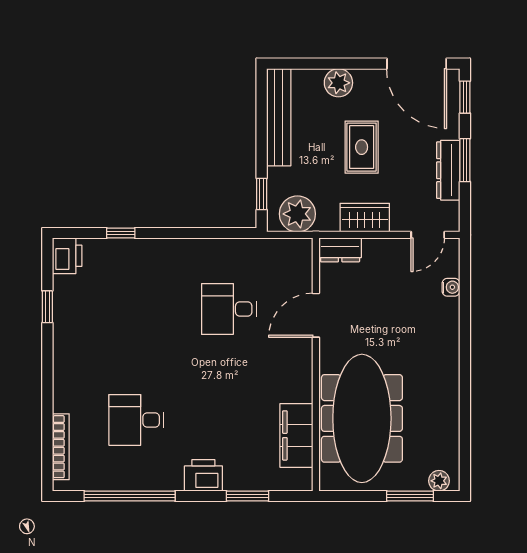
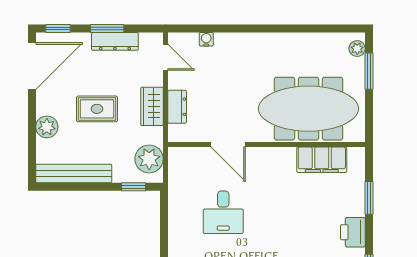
dresser: (340, 250) -> (177, 107), moved

